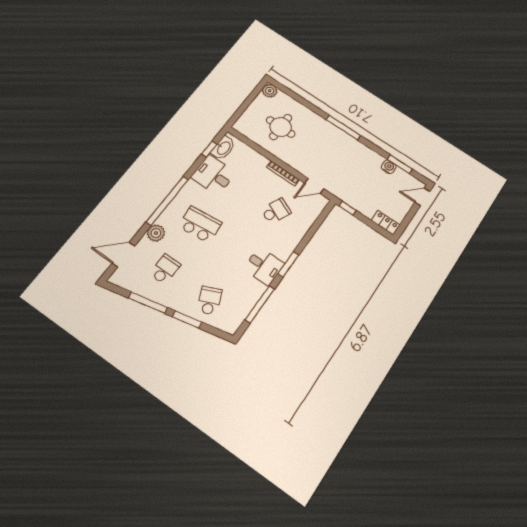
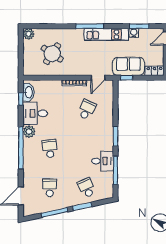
round table: (281, 127) -> (52, 54), turned 34
kitchen unit: (356, 148) -> (106, 34), added
sofa: (358, 198) -> (128, 66), added
school desk: (200, 225) -> (50, 149), width x0.54
plant: (156, 233) -> (29, 132), moved
desk: (264, 266) -> (103, 161), moved

